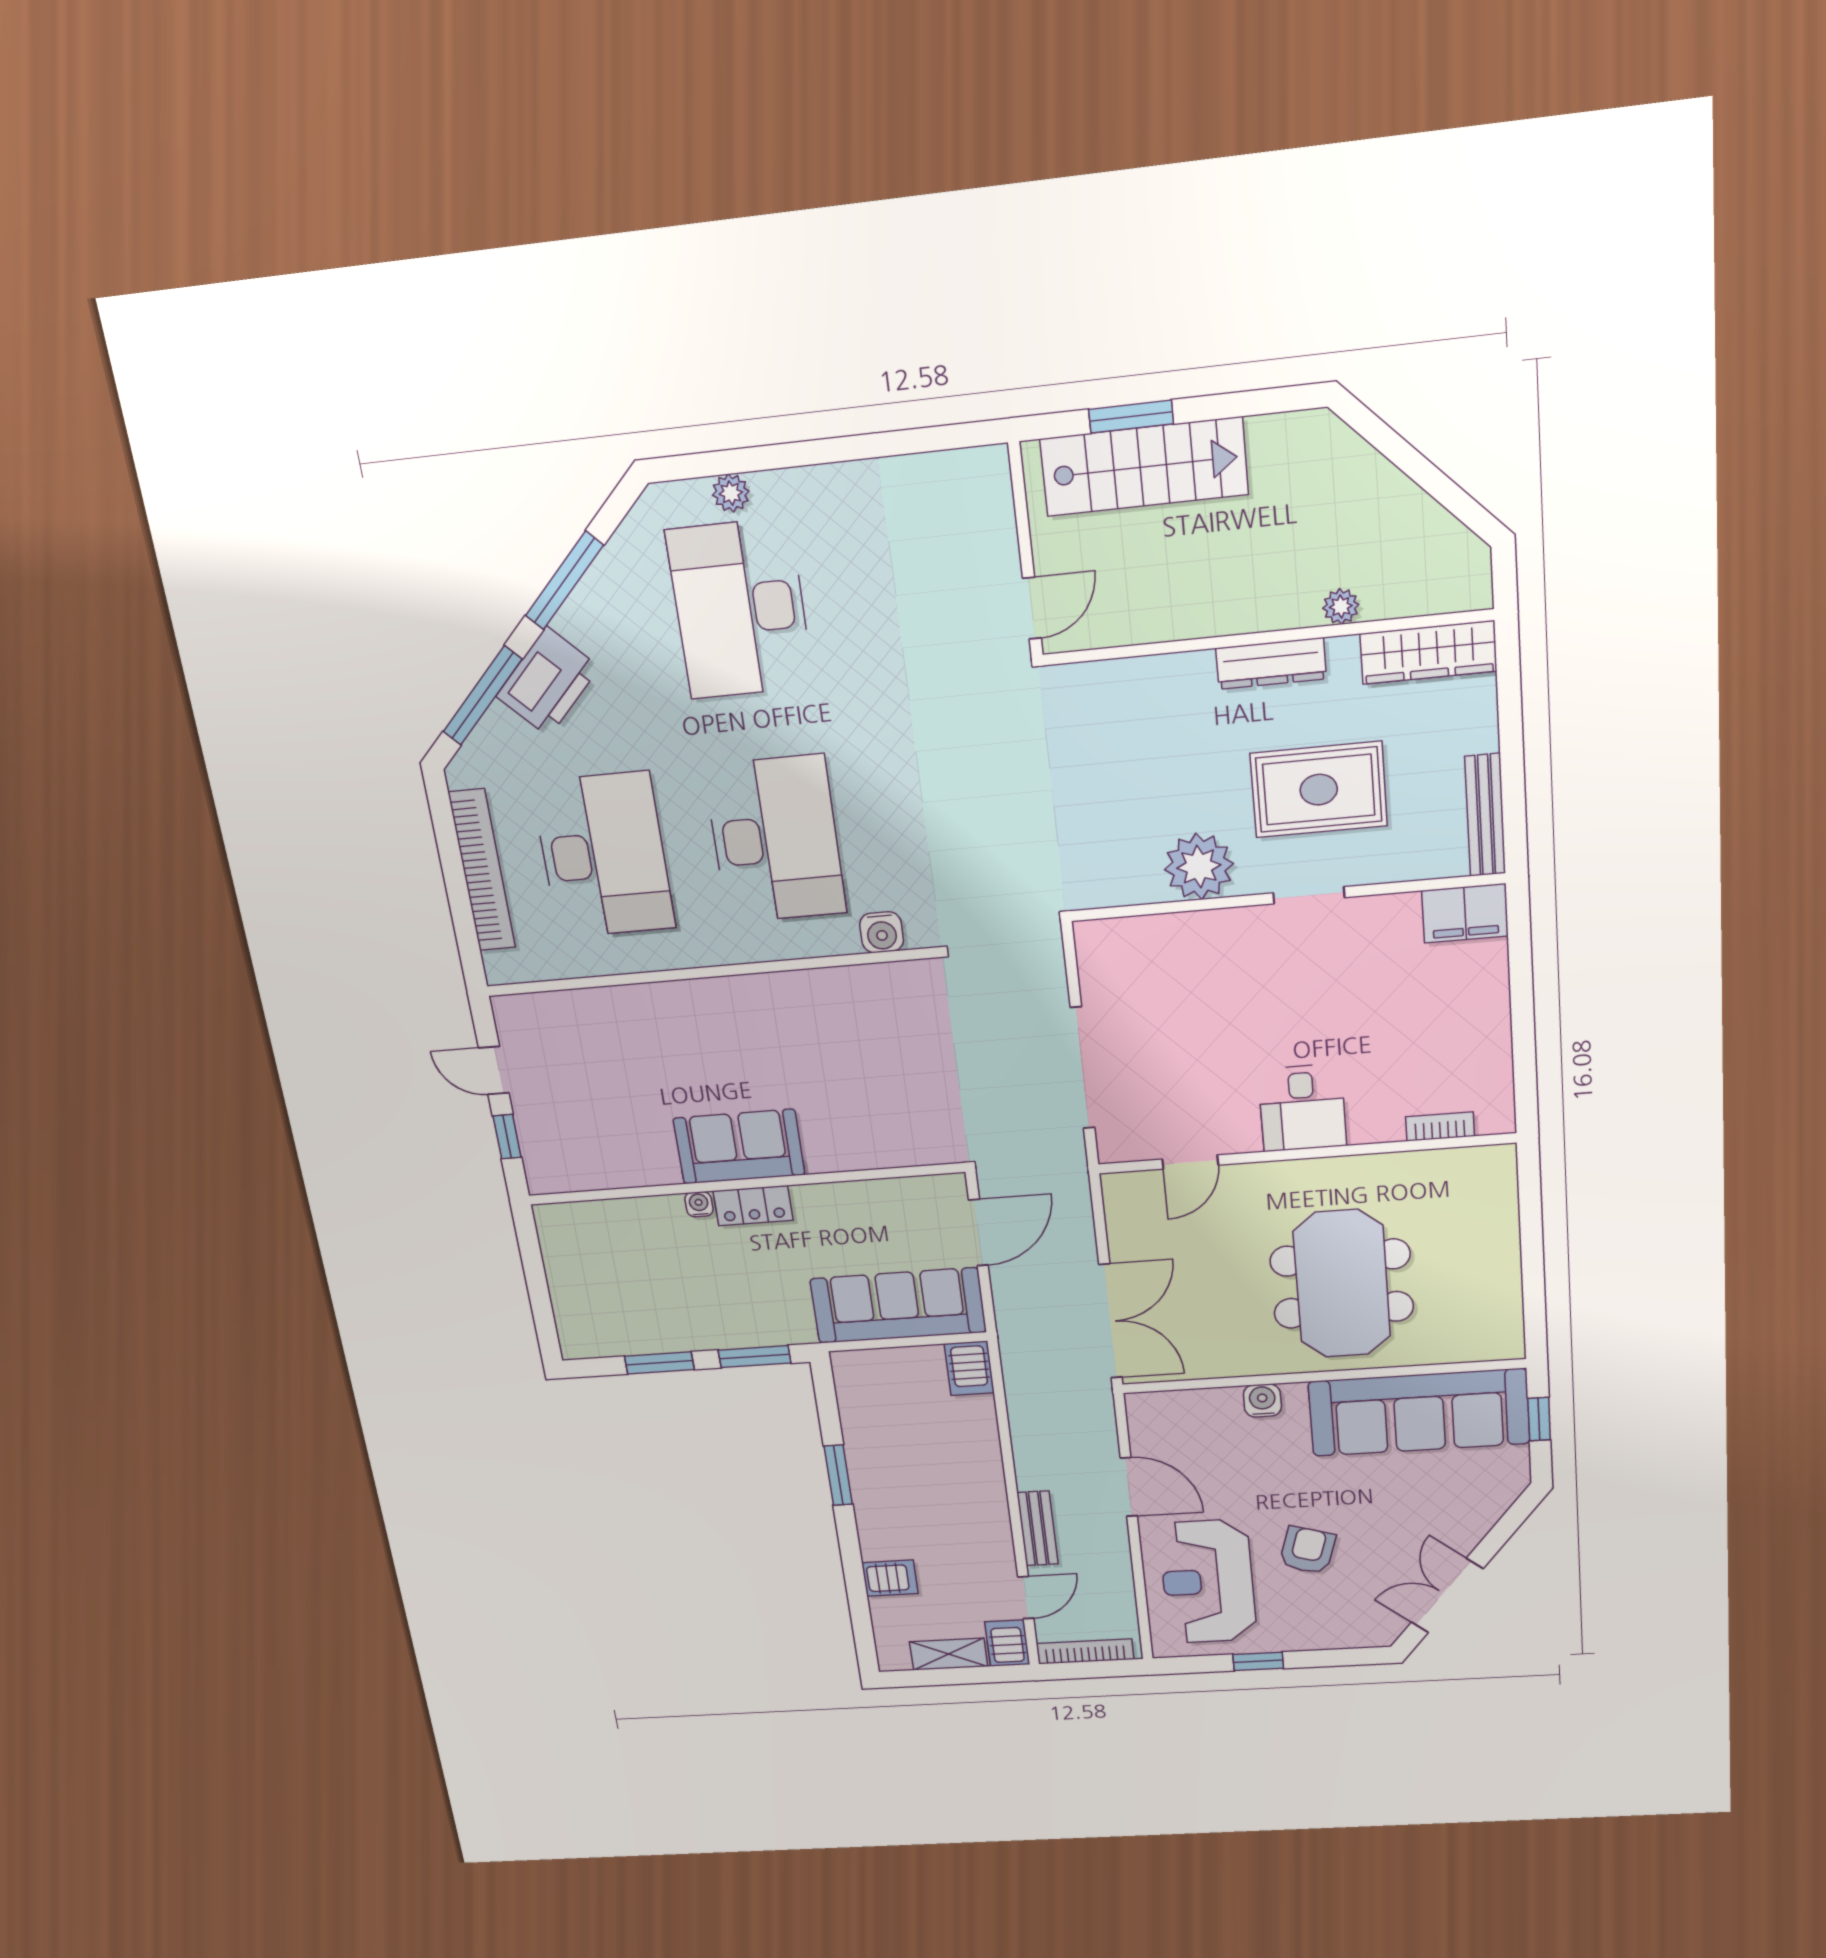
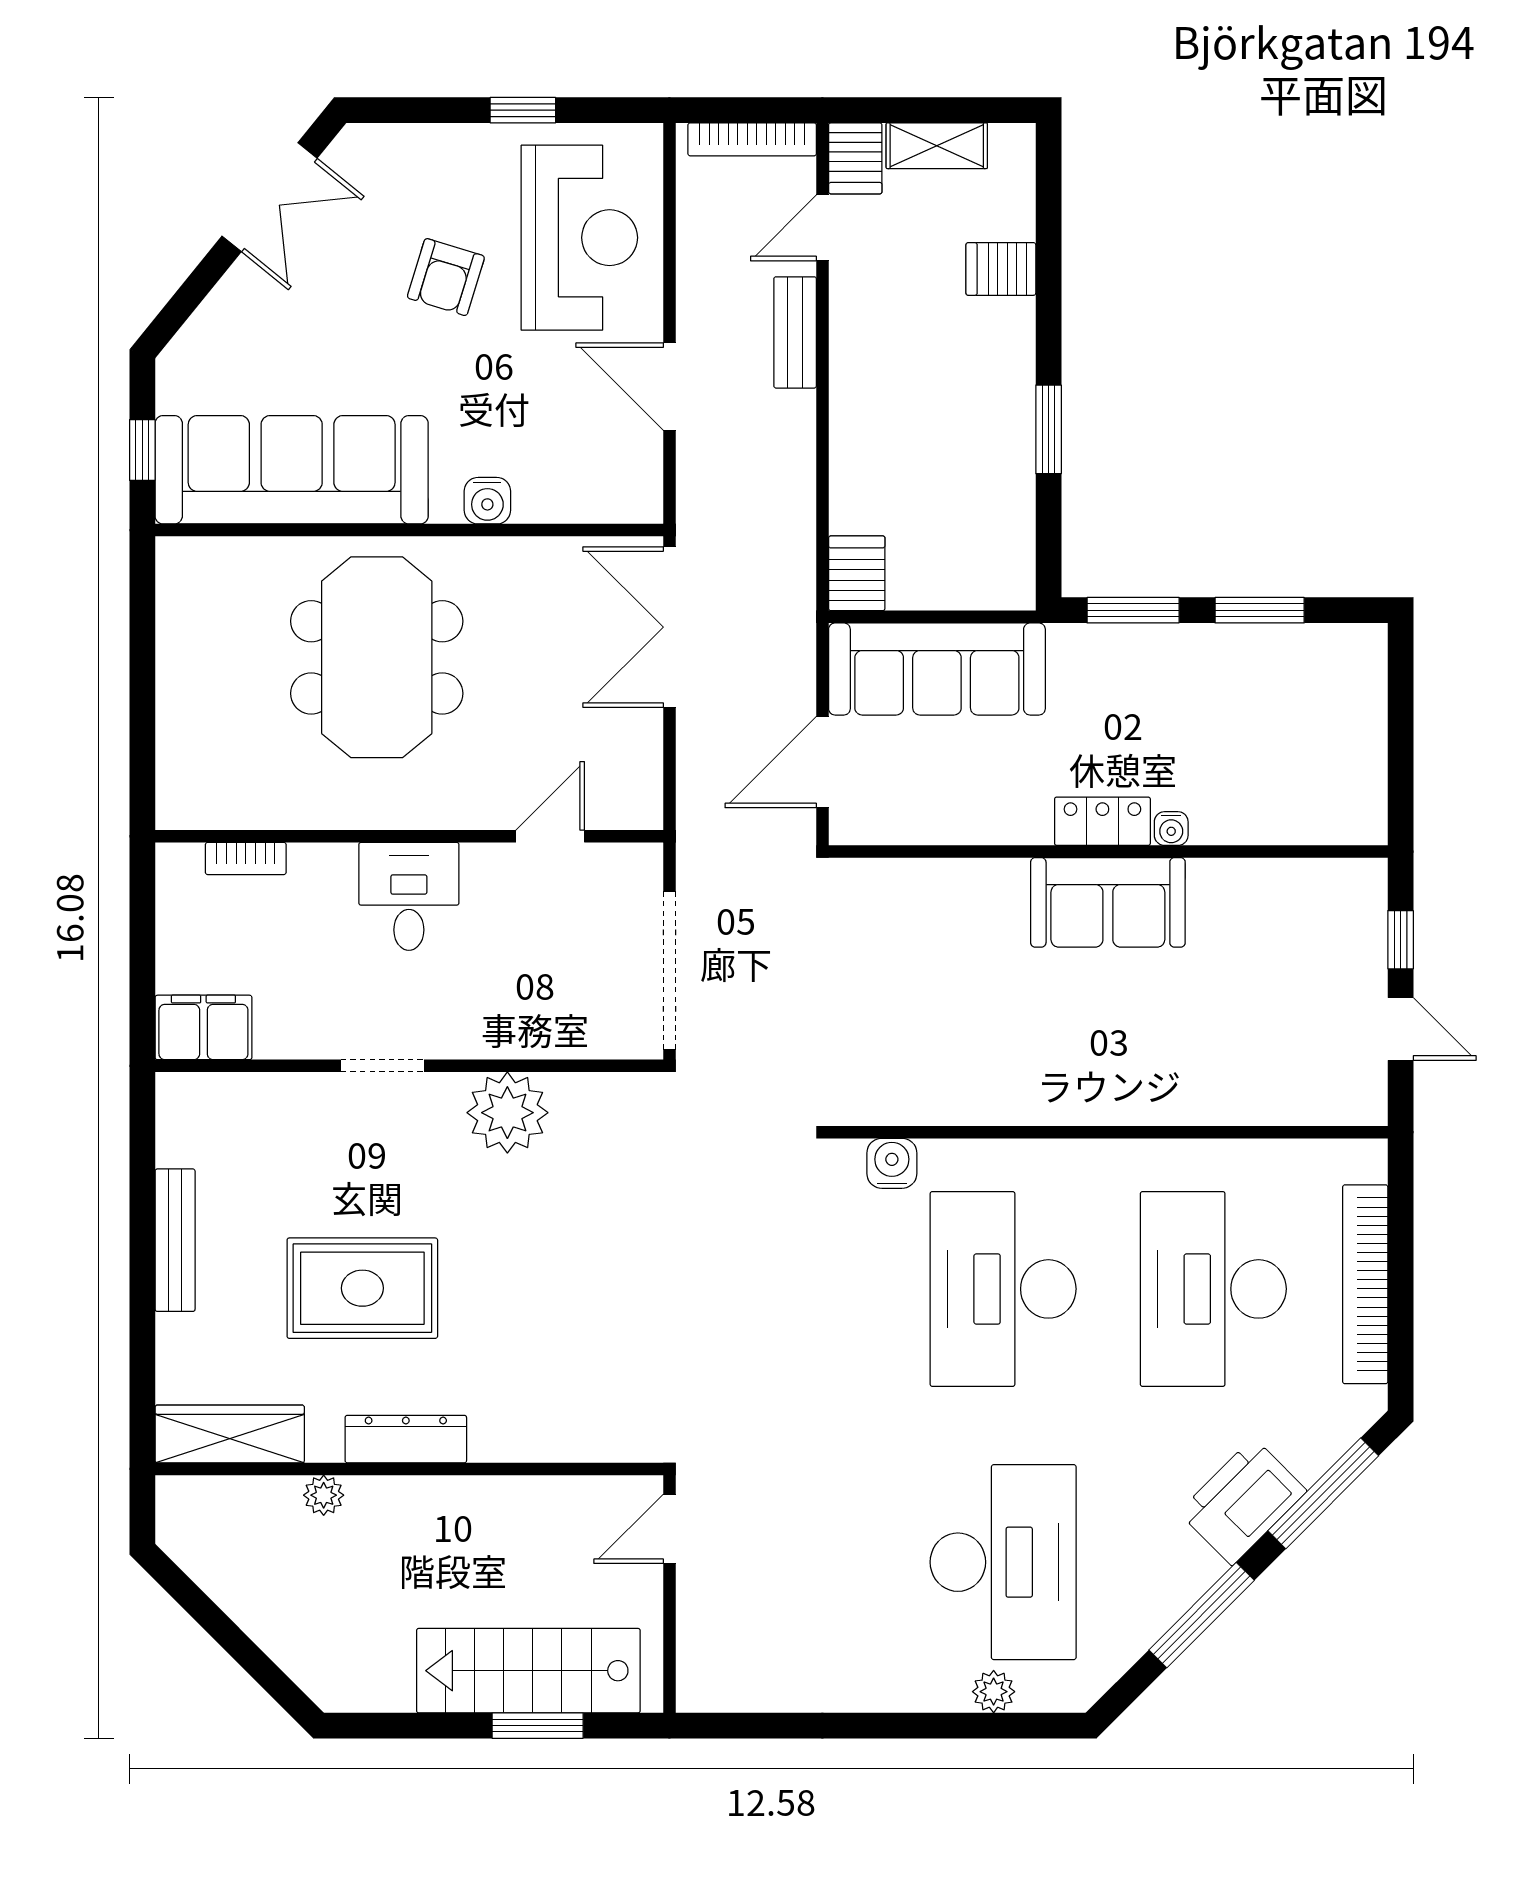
plant: (1199, 867) -> (507, 1113), moved
doorway: (1309, 895) -> (383, 1066), moved
wall: (1286, 897) -> (409, 1066), moved
filing cabinet: (1465, 913) -> (203, 1027), moved

